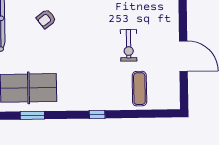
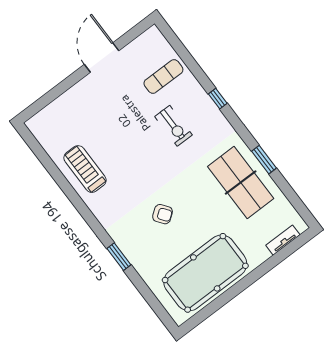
exercise bike: (129, 45) -> (173, 126), moved, turned 90

